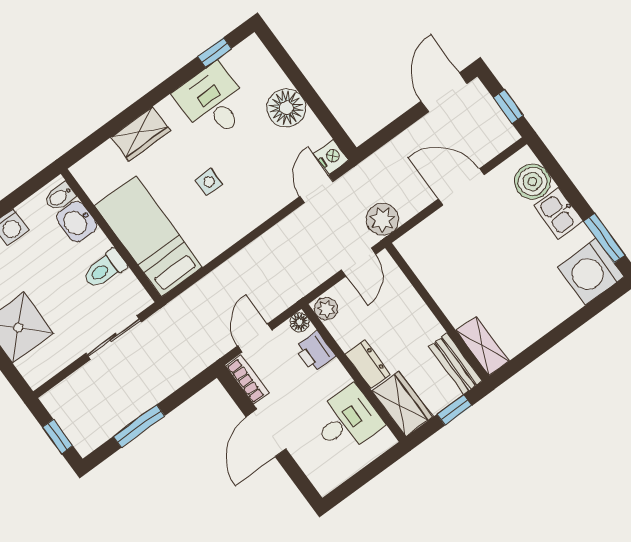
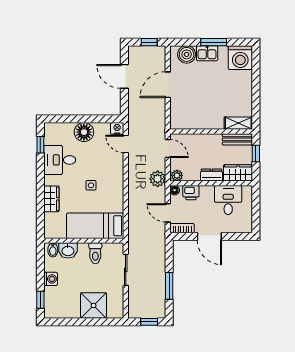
door: (444, 92) -> (124, 76), moved
plant: (383, 219) -> (158, 179), moved
window: (605, 238) -> (214, 42), moved

